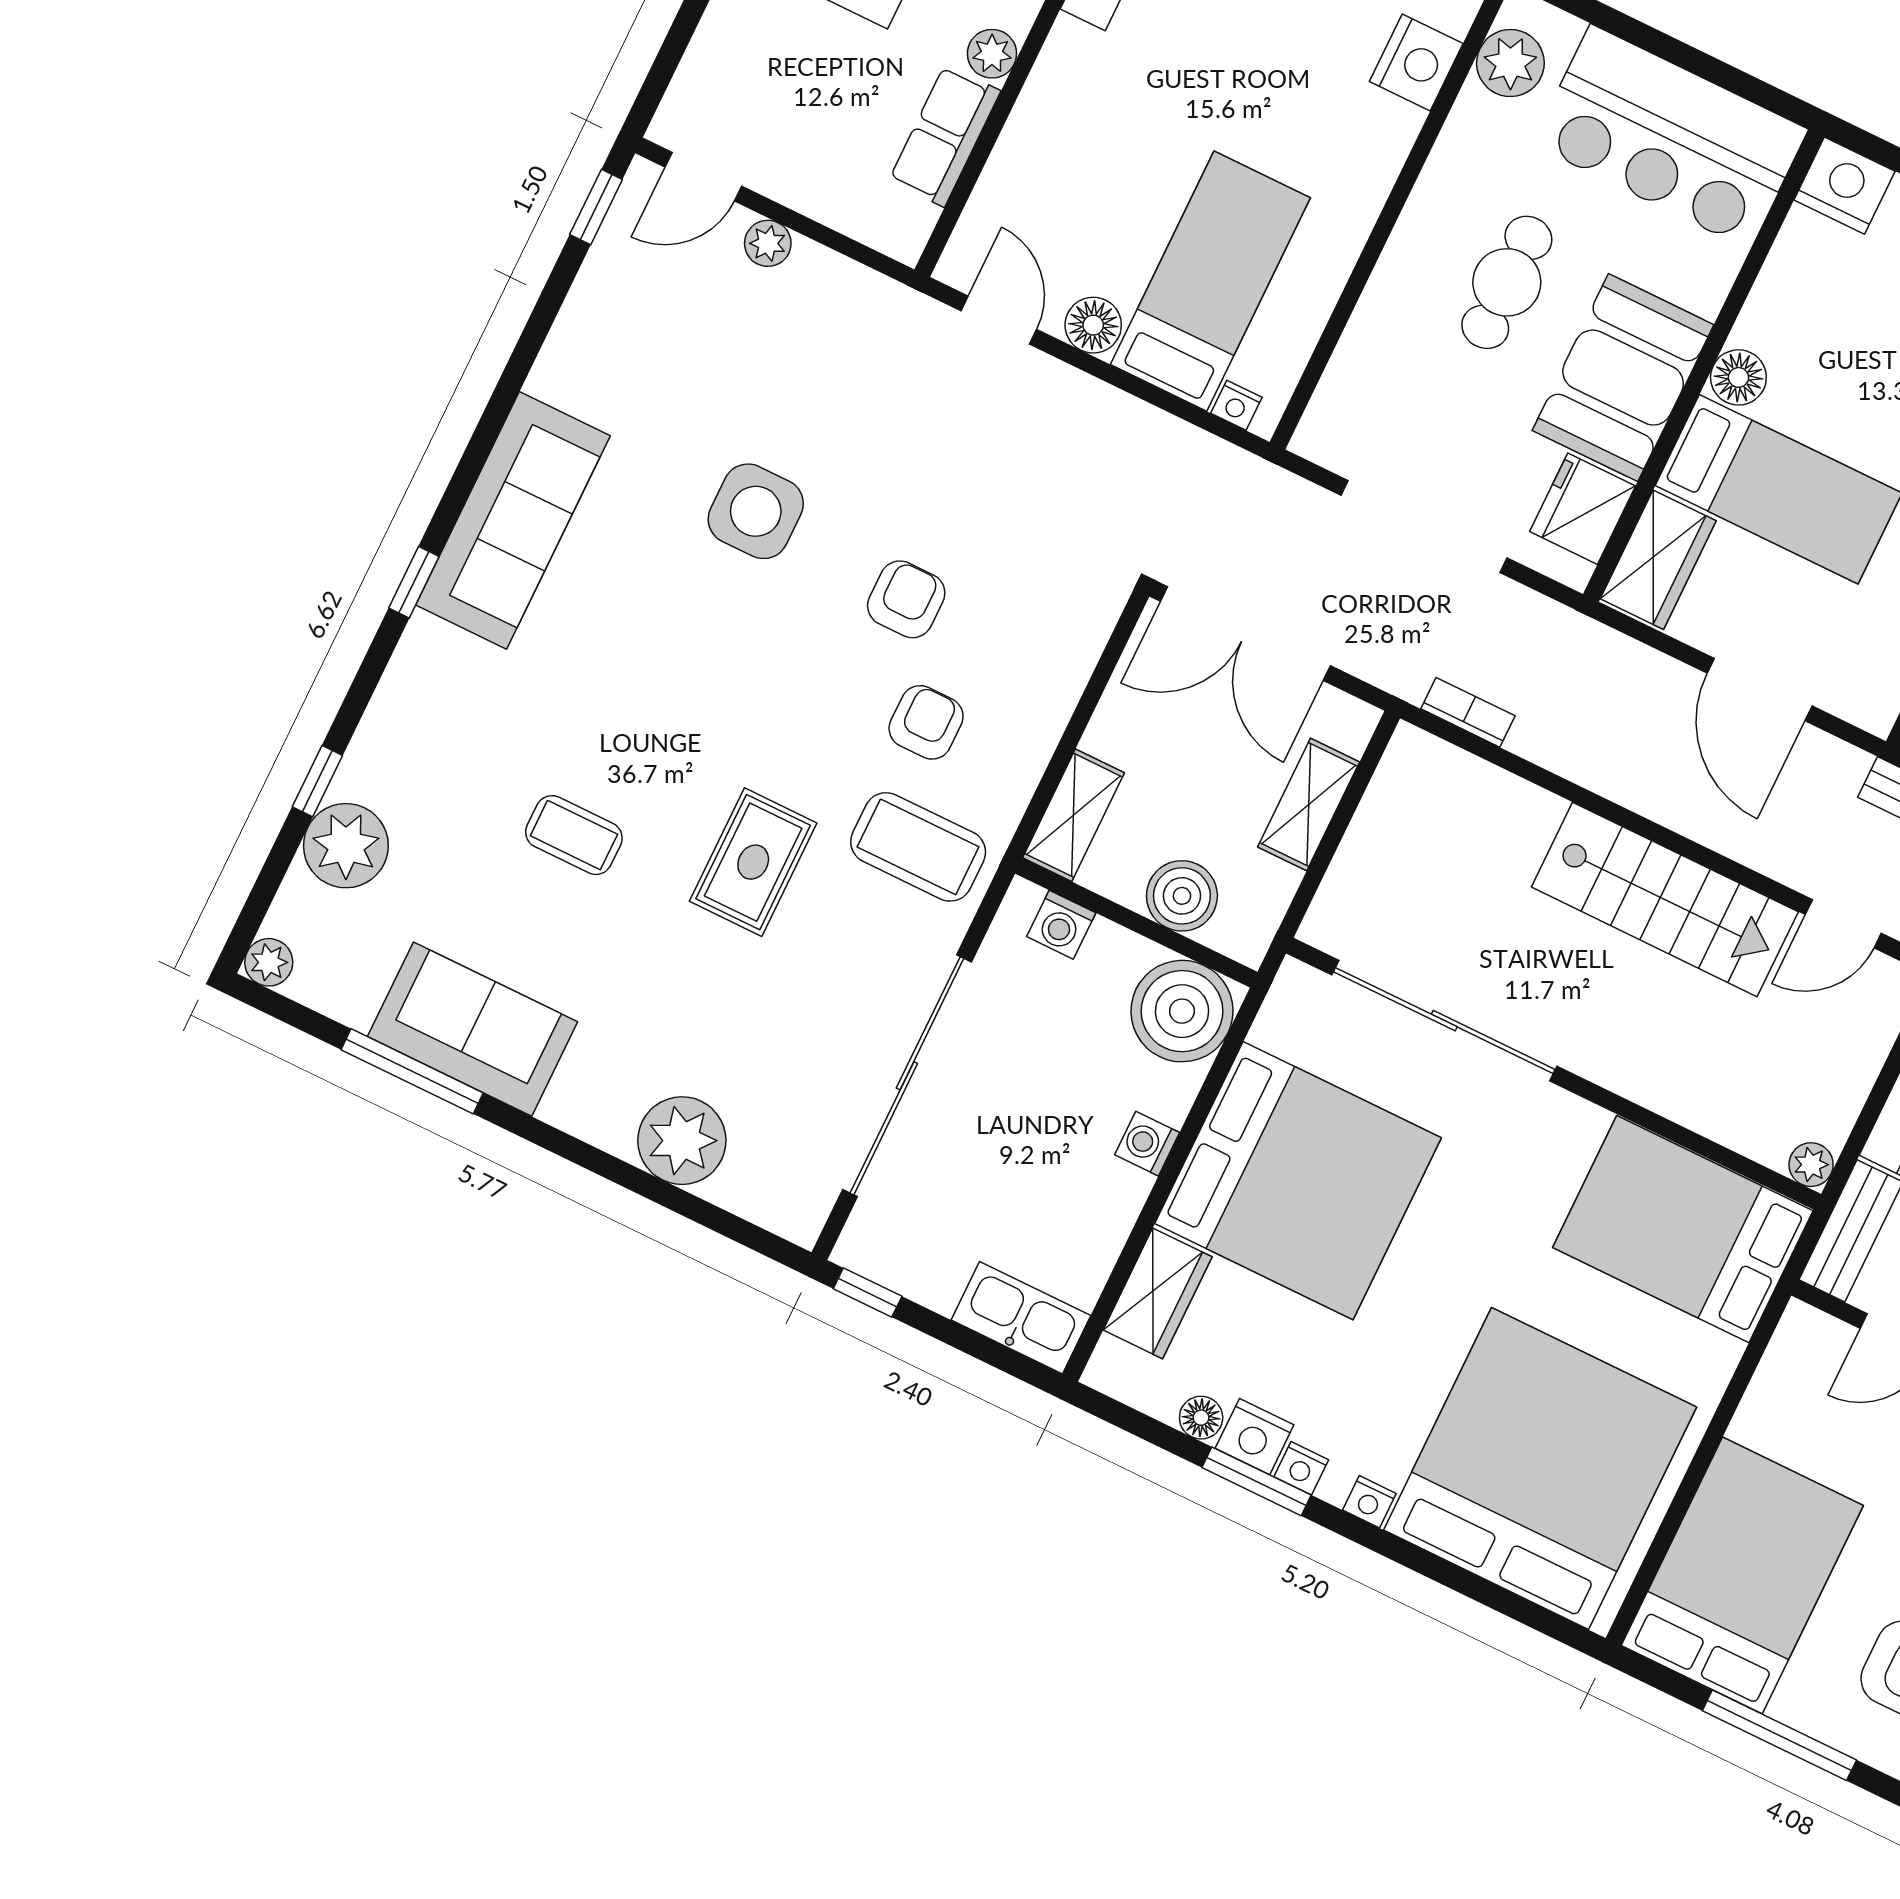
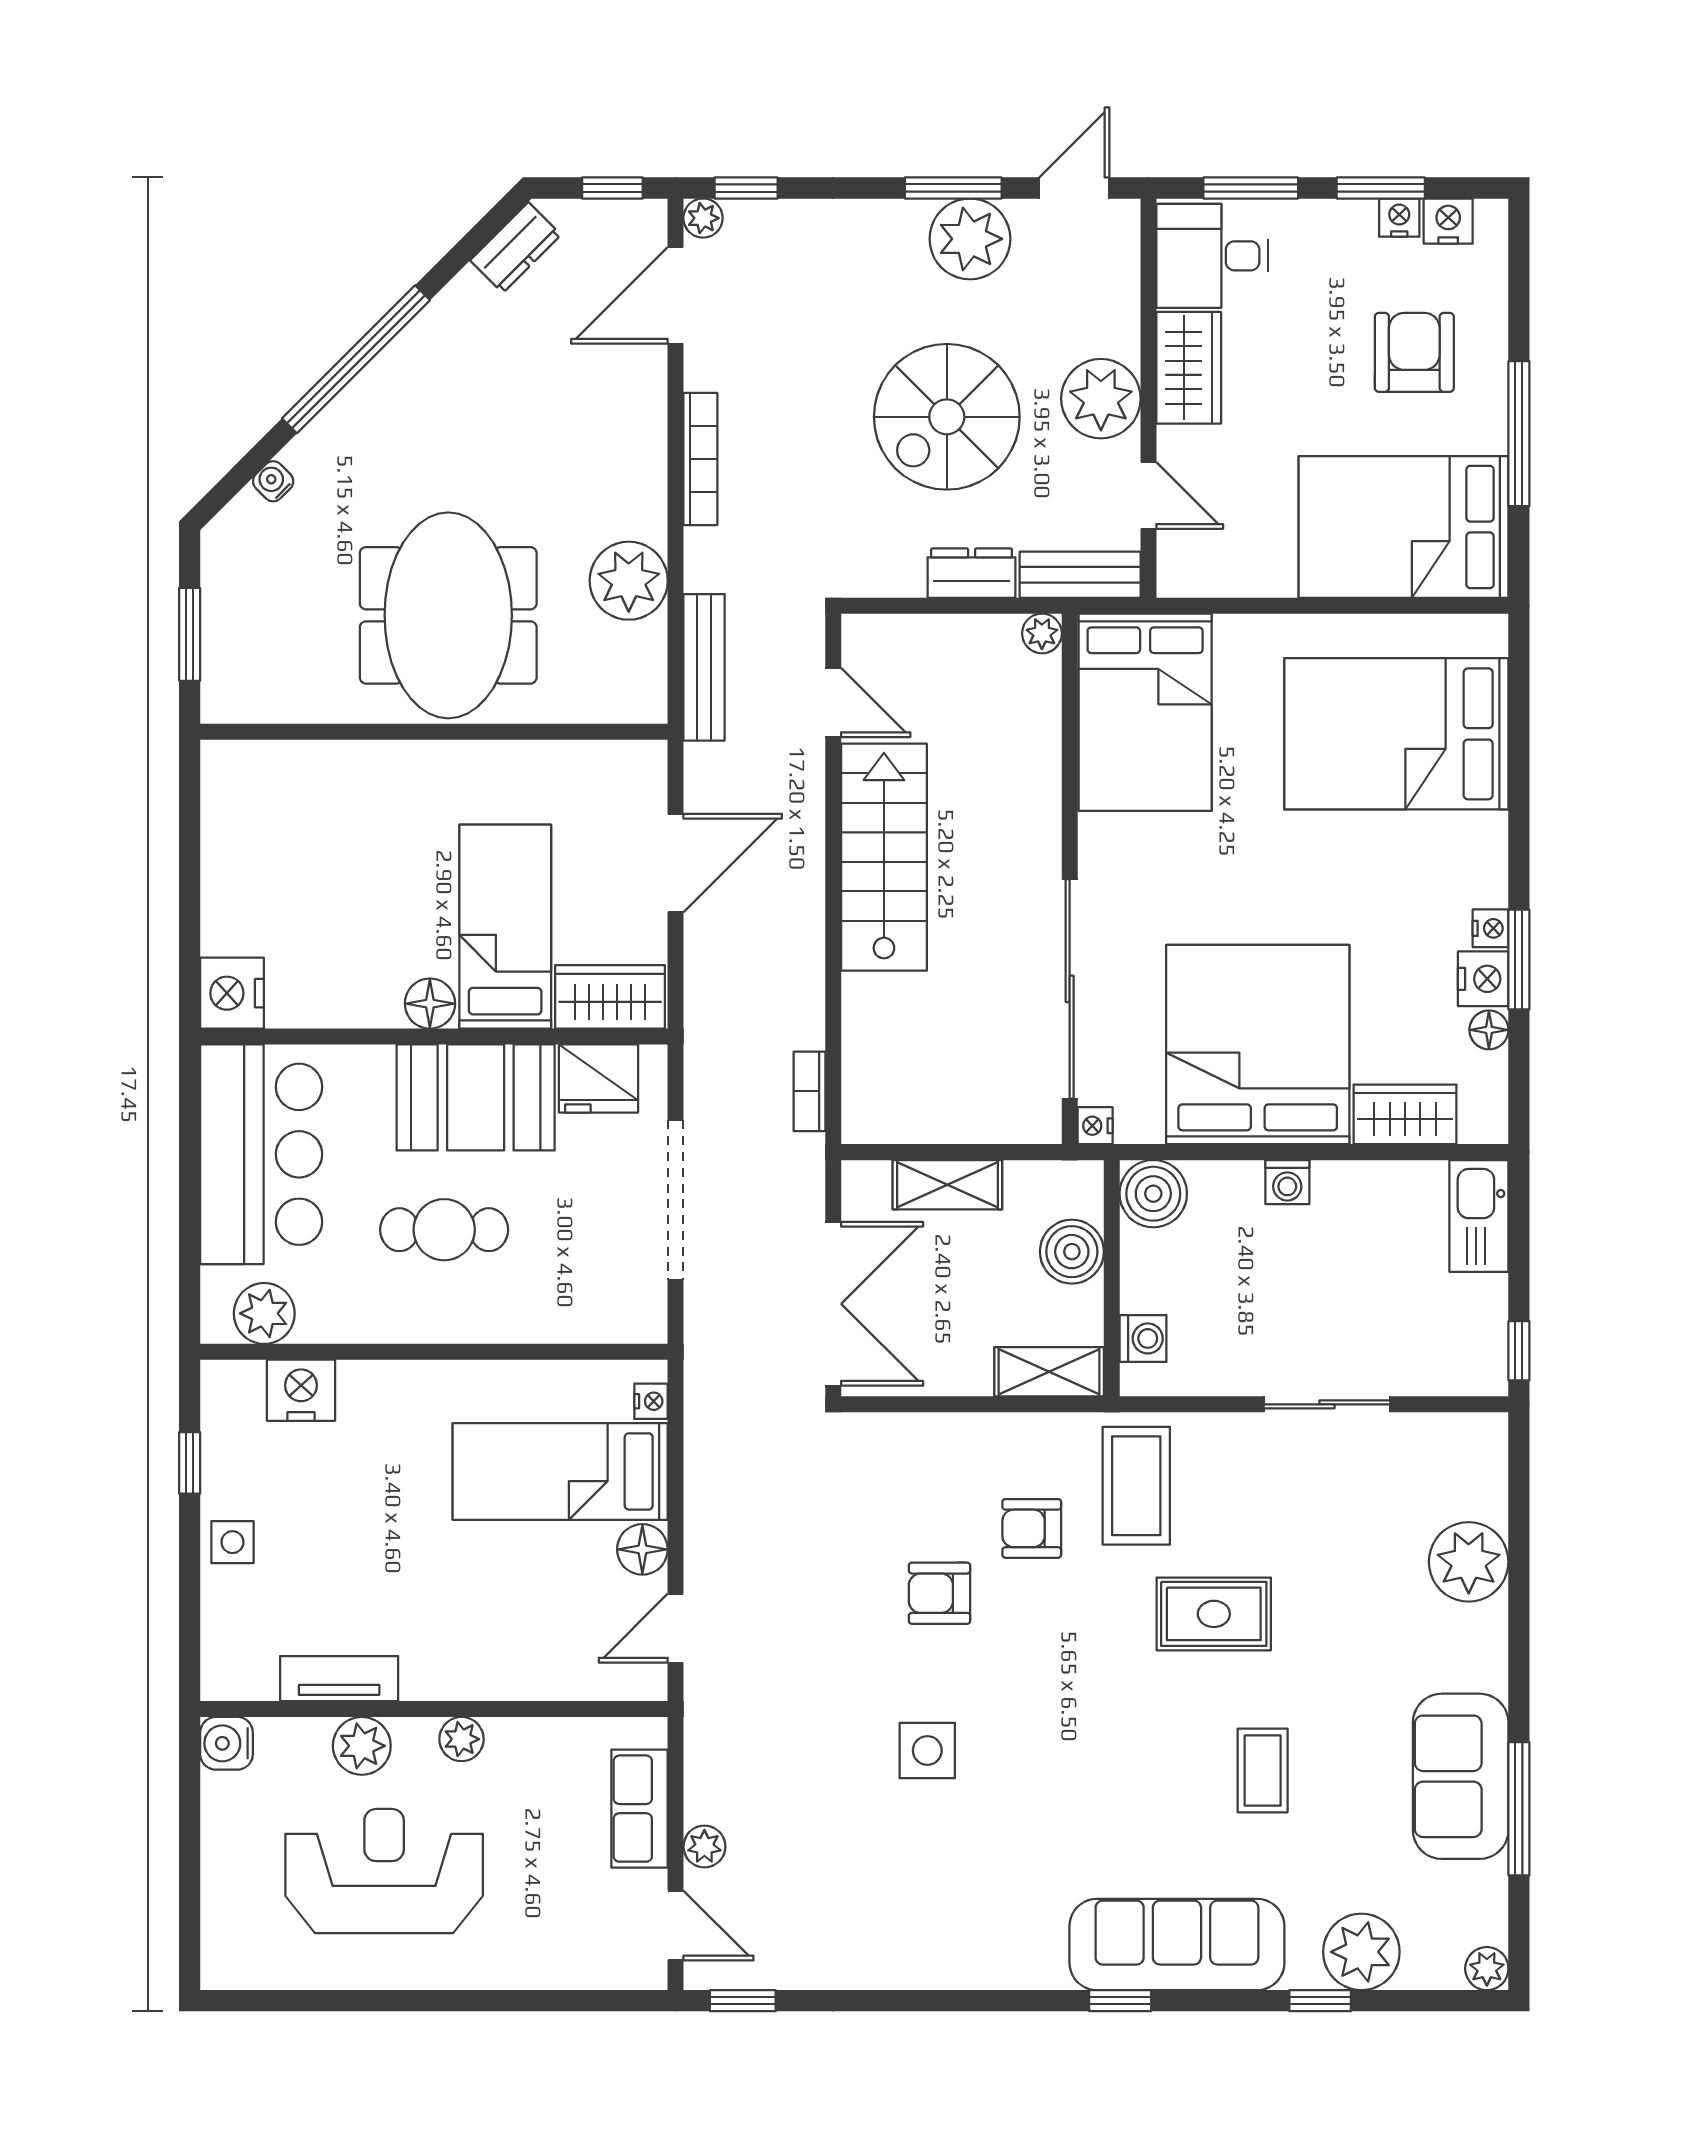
row of seats: (945, 136) -> (640, 1809), moved, turned 90
side table: (756, 511) -> (927, 1750), width x0.73, depth x0.73
sofa: (513, 520) -> (1177, 1944), moved
boiler: (1182, 1011) -> (1153, 1194), width x0.73, depth x0.73
sliding door: (907, 1076) -> (1327, 1404), width x0.54
bed: (1540, 1468) -> (1396, 734), width x0.73
nightstand: (1369, 1502) -> (1095, 1126), moved, turned 180

